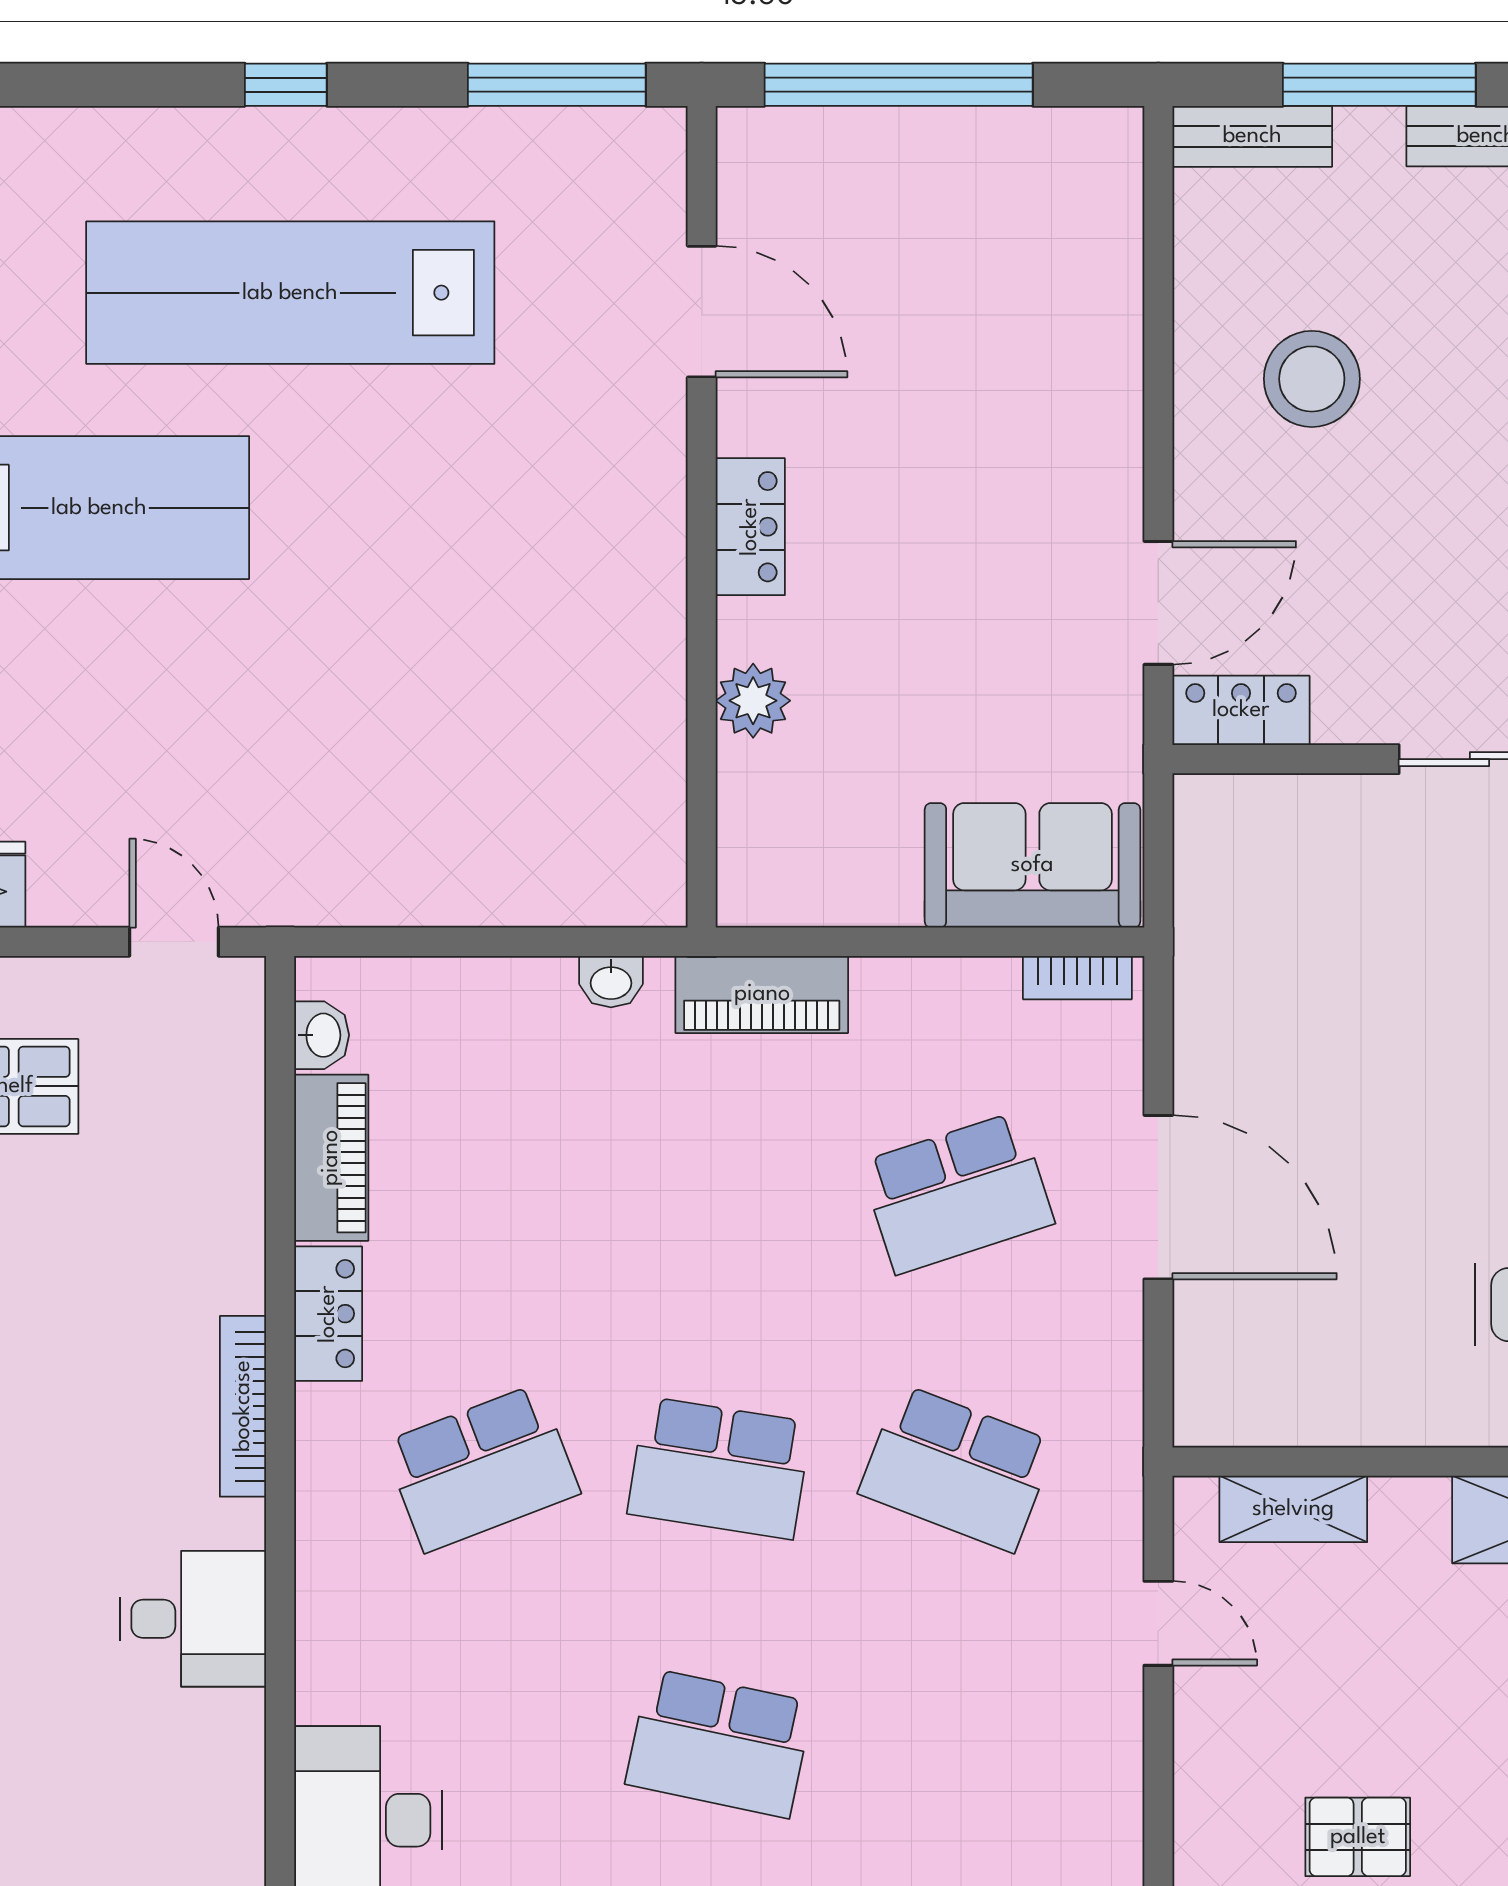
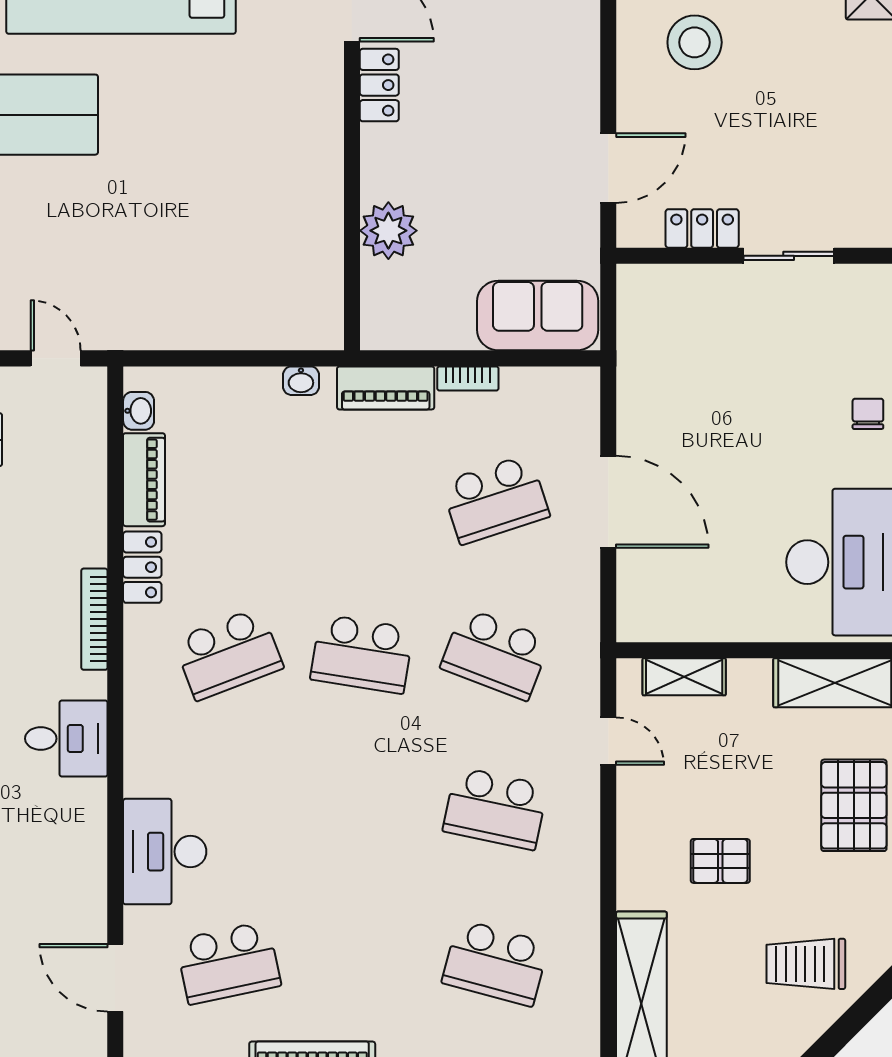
locker: (750, 527) -> (379, 85), moved
plant: (753, 701) -> (388, 231), width x1.36, depth x1.36
locker: (1241, 710) -> (702, 228), moved
bookcase: (1077, 978) -> (468, 378), moved
school desk: (719, 1743) -> (495, 808), moved

